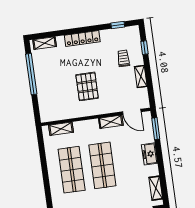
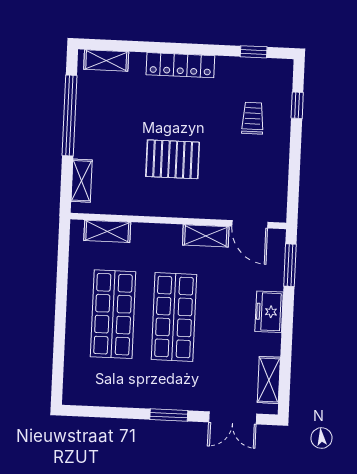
shelving: (141, 77) -> (82, 181), moved
pallet: (87, 86) -> (173, 159), turned 90

